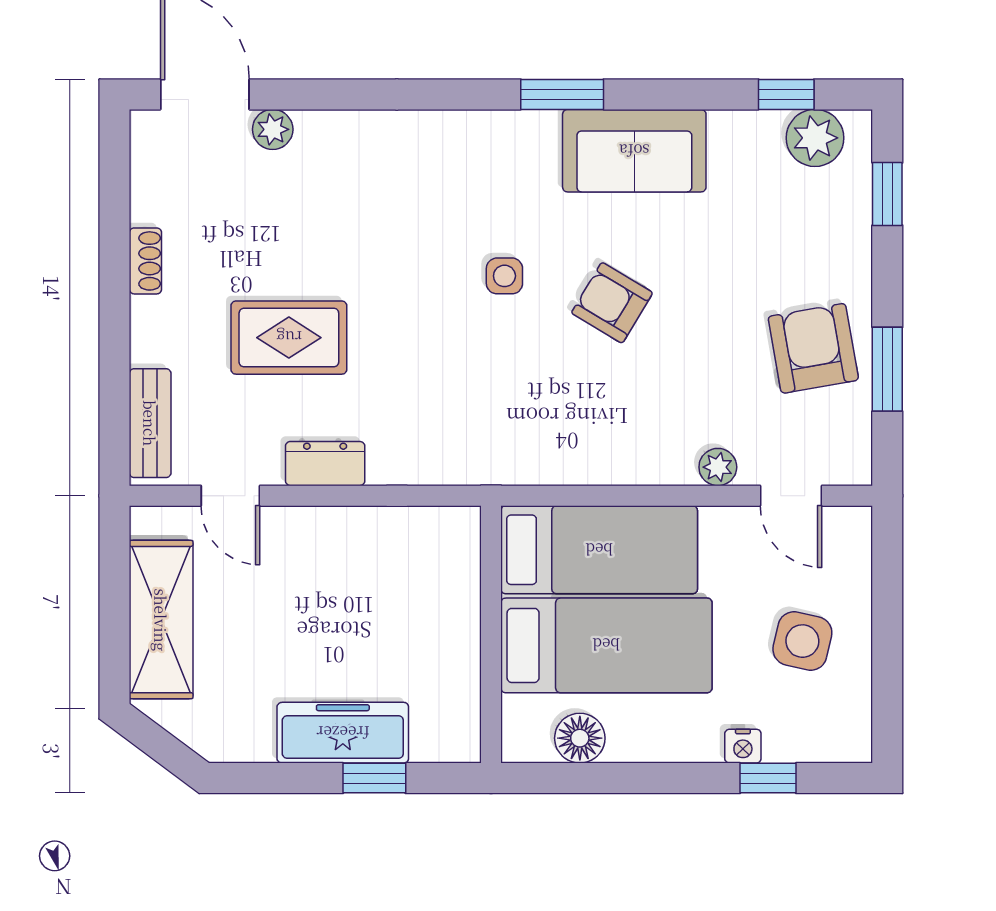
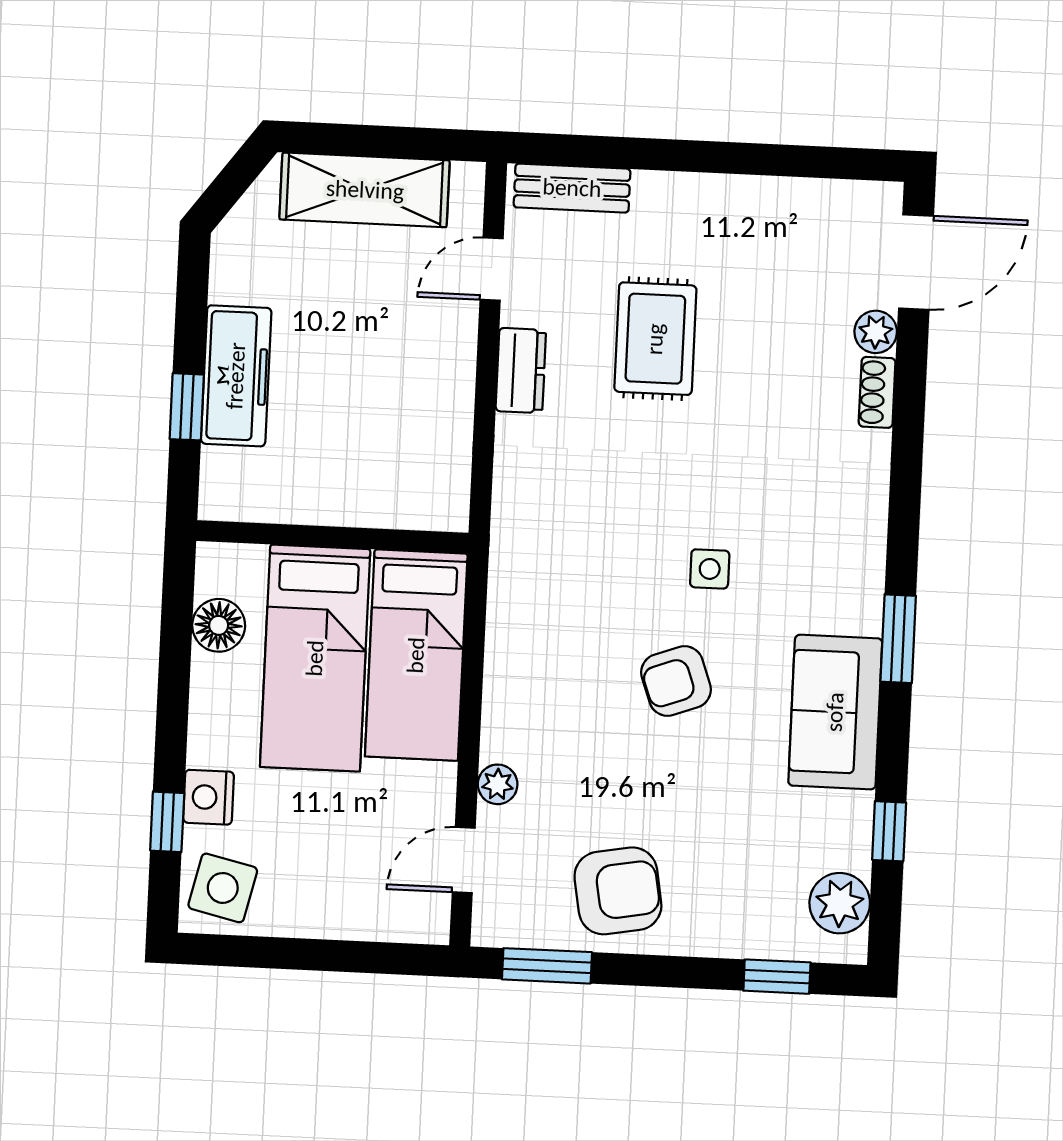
window: (786, 94) -> (889, 831), moved
shoe rack: (145, 261) -> (877, 392), moved, turned 90
armchair: (612, 303) -> (676, 681), turned -141
window: (887, 369) -> (547, 966), moved
side table: (802, 641) -> (223, 888), moved
nightstand: (743, 746) -> (208, 797), width x1.39, depth x1.35

